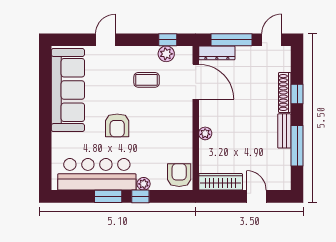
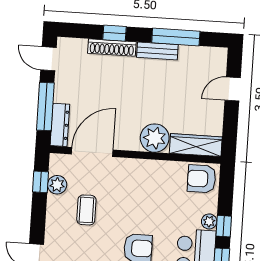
plant: (205, 133) -> (155, 138), width x1.88, depth x1.88
wardrobe: (221, 182) -> (196, 145), moved, turned 90

